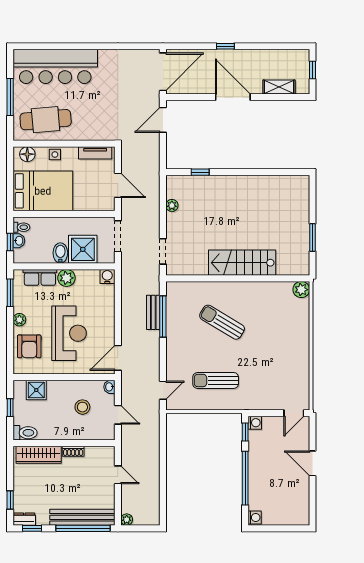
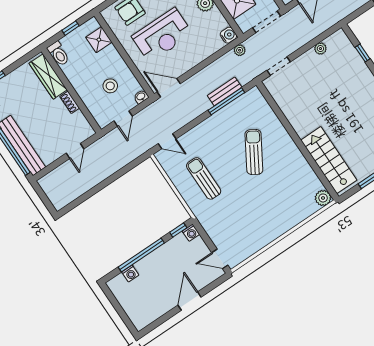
stairs: (242, 263) -> (329, 160), moved
washing machine: (255, 518) -> (130, 273), moved
plant: (127, 520) -> (240, 50), moved

